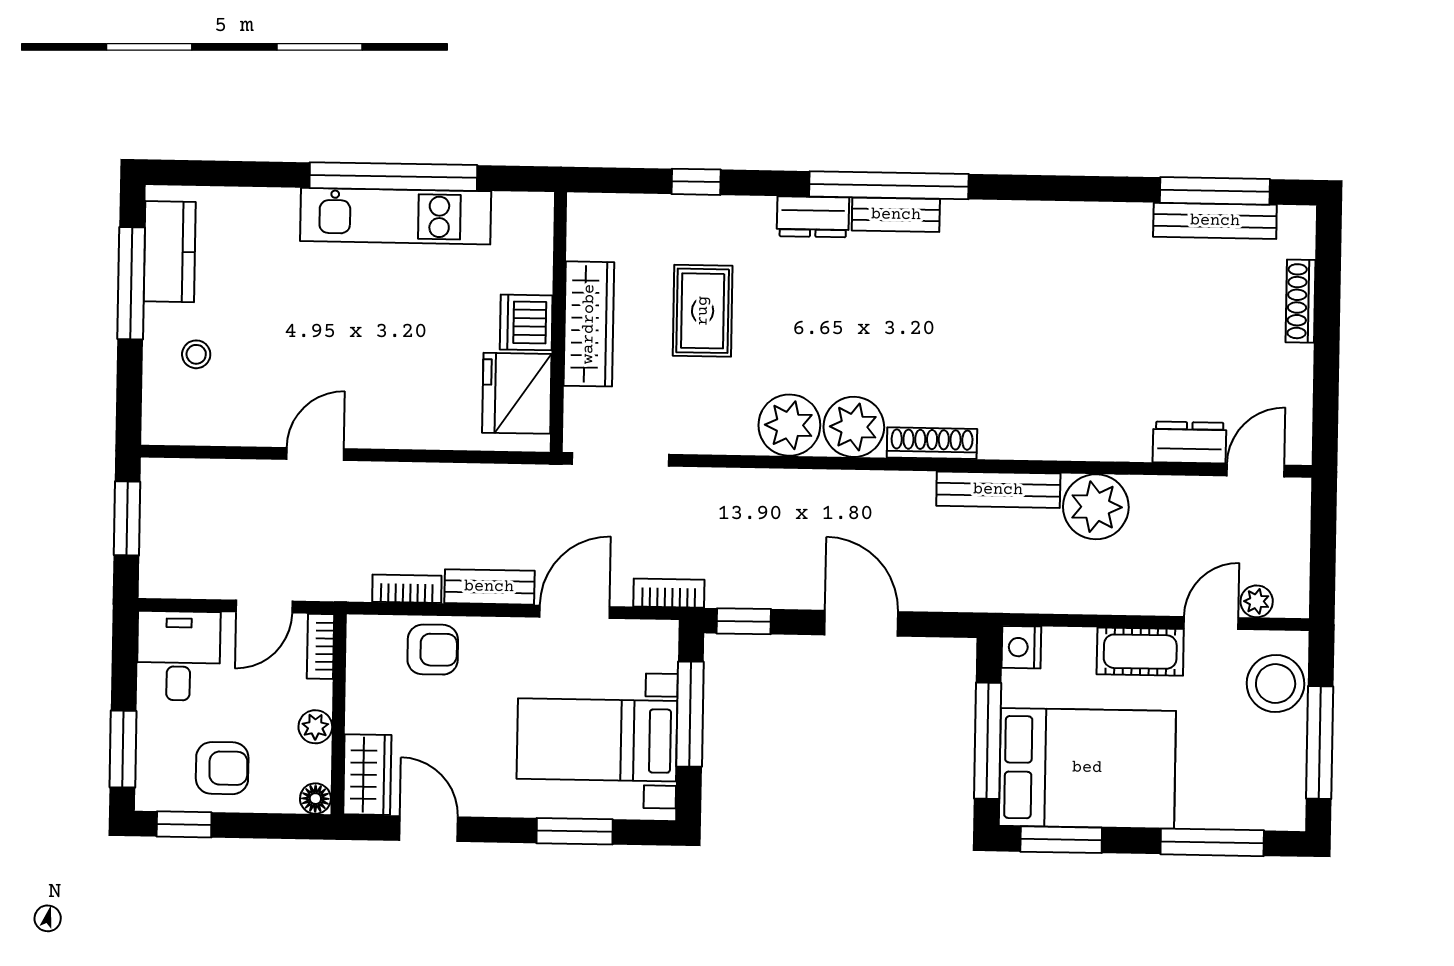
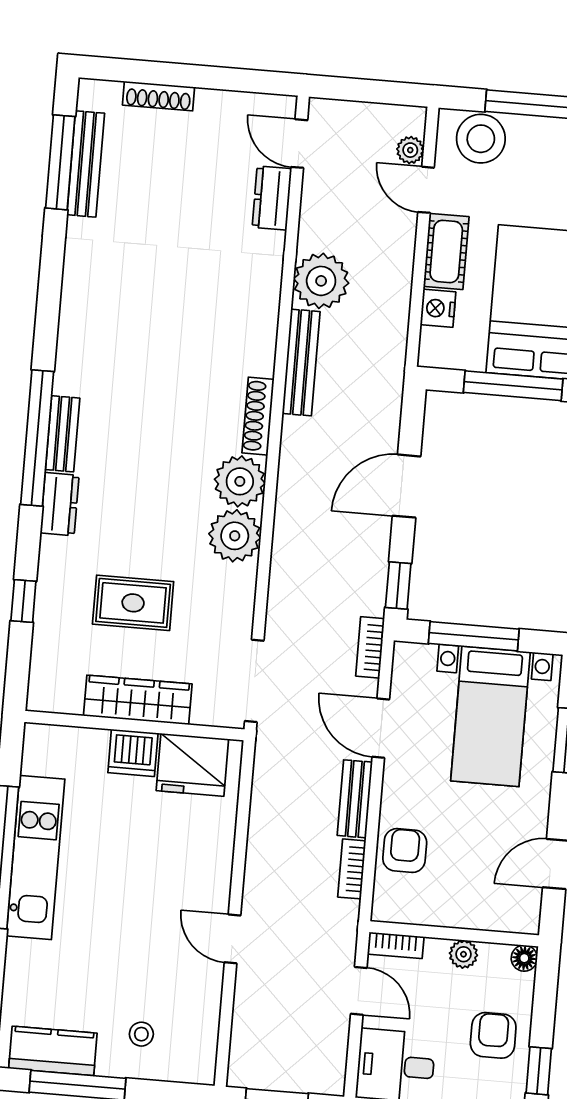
nightstand: (1021, 647) -> (438, 308), moved, turned 90
wardrobe: (367, 775) -> (507, 913), removed

